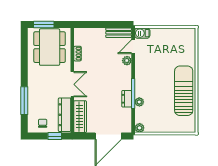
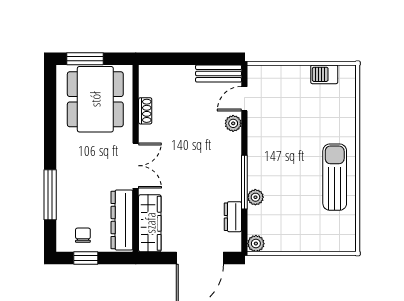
barbecue: (142, 33) -> (324, 74), moved
sun lounger: (184, 91) -> (335, 177), width x0.73, depth x0.75
dresser: (127, 99) -> (233, 217), moved
window: (55, 136) -> (86, 258), moved

